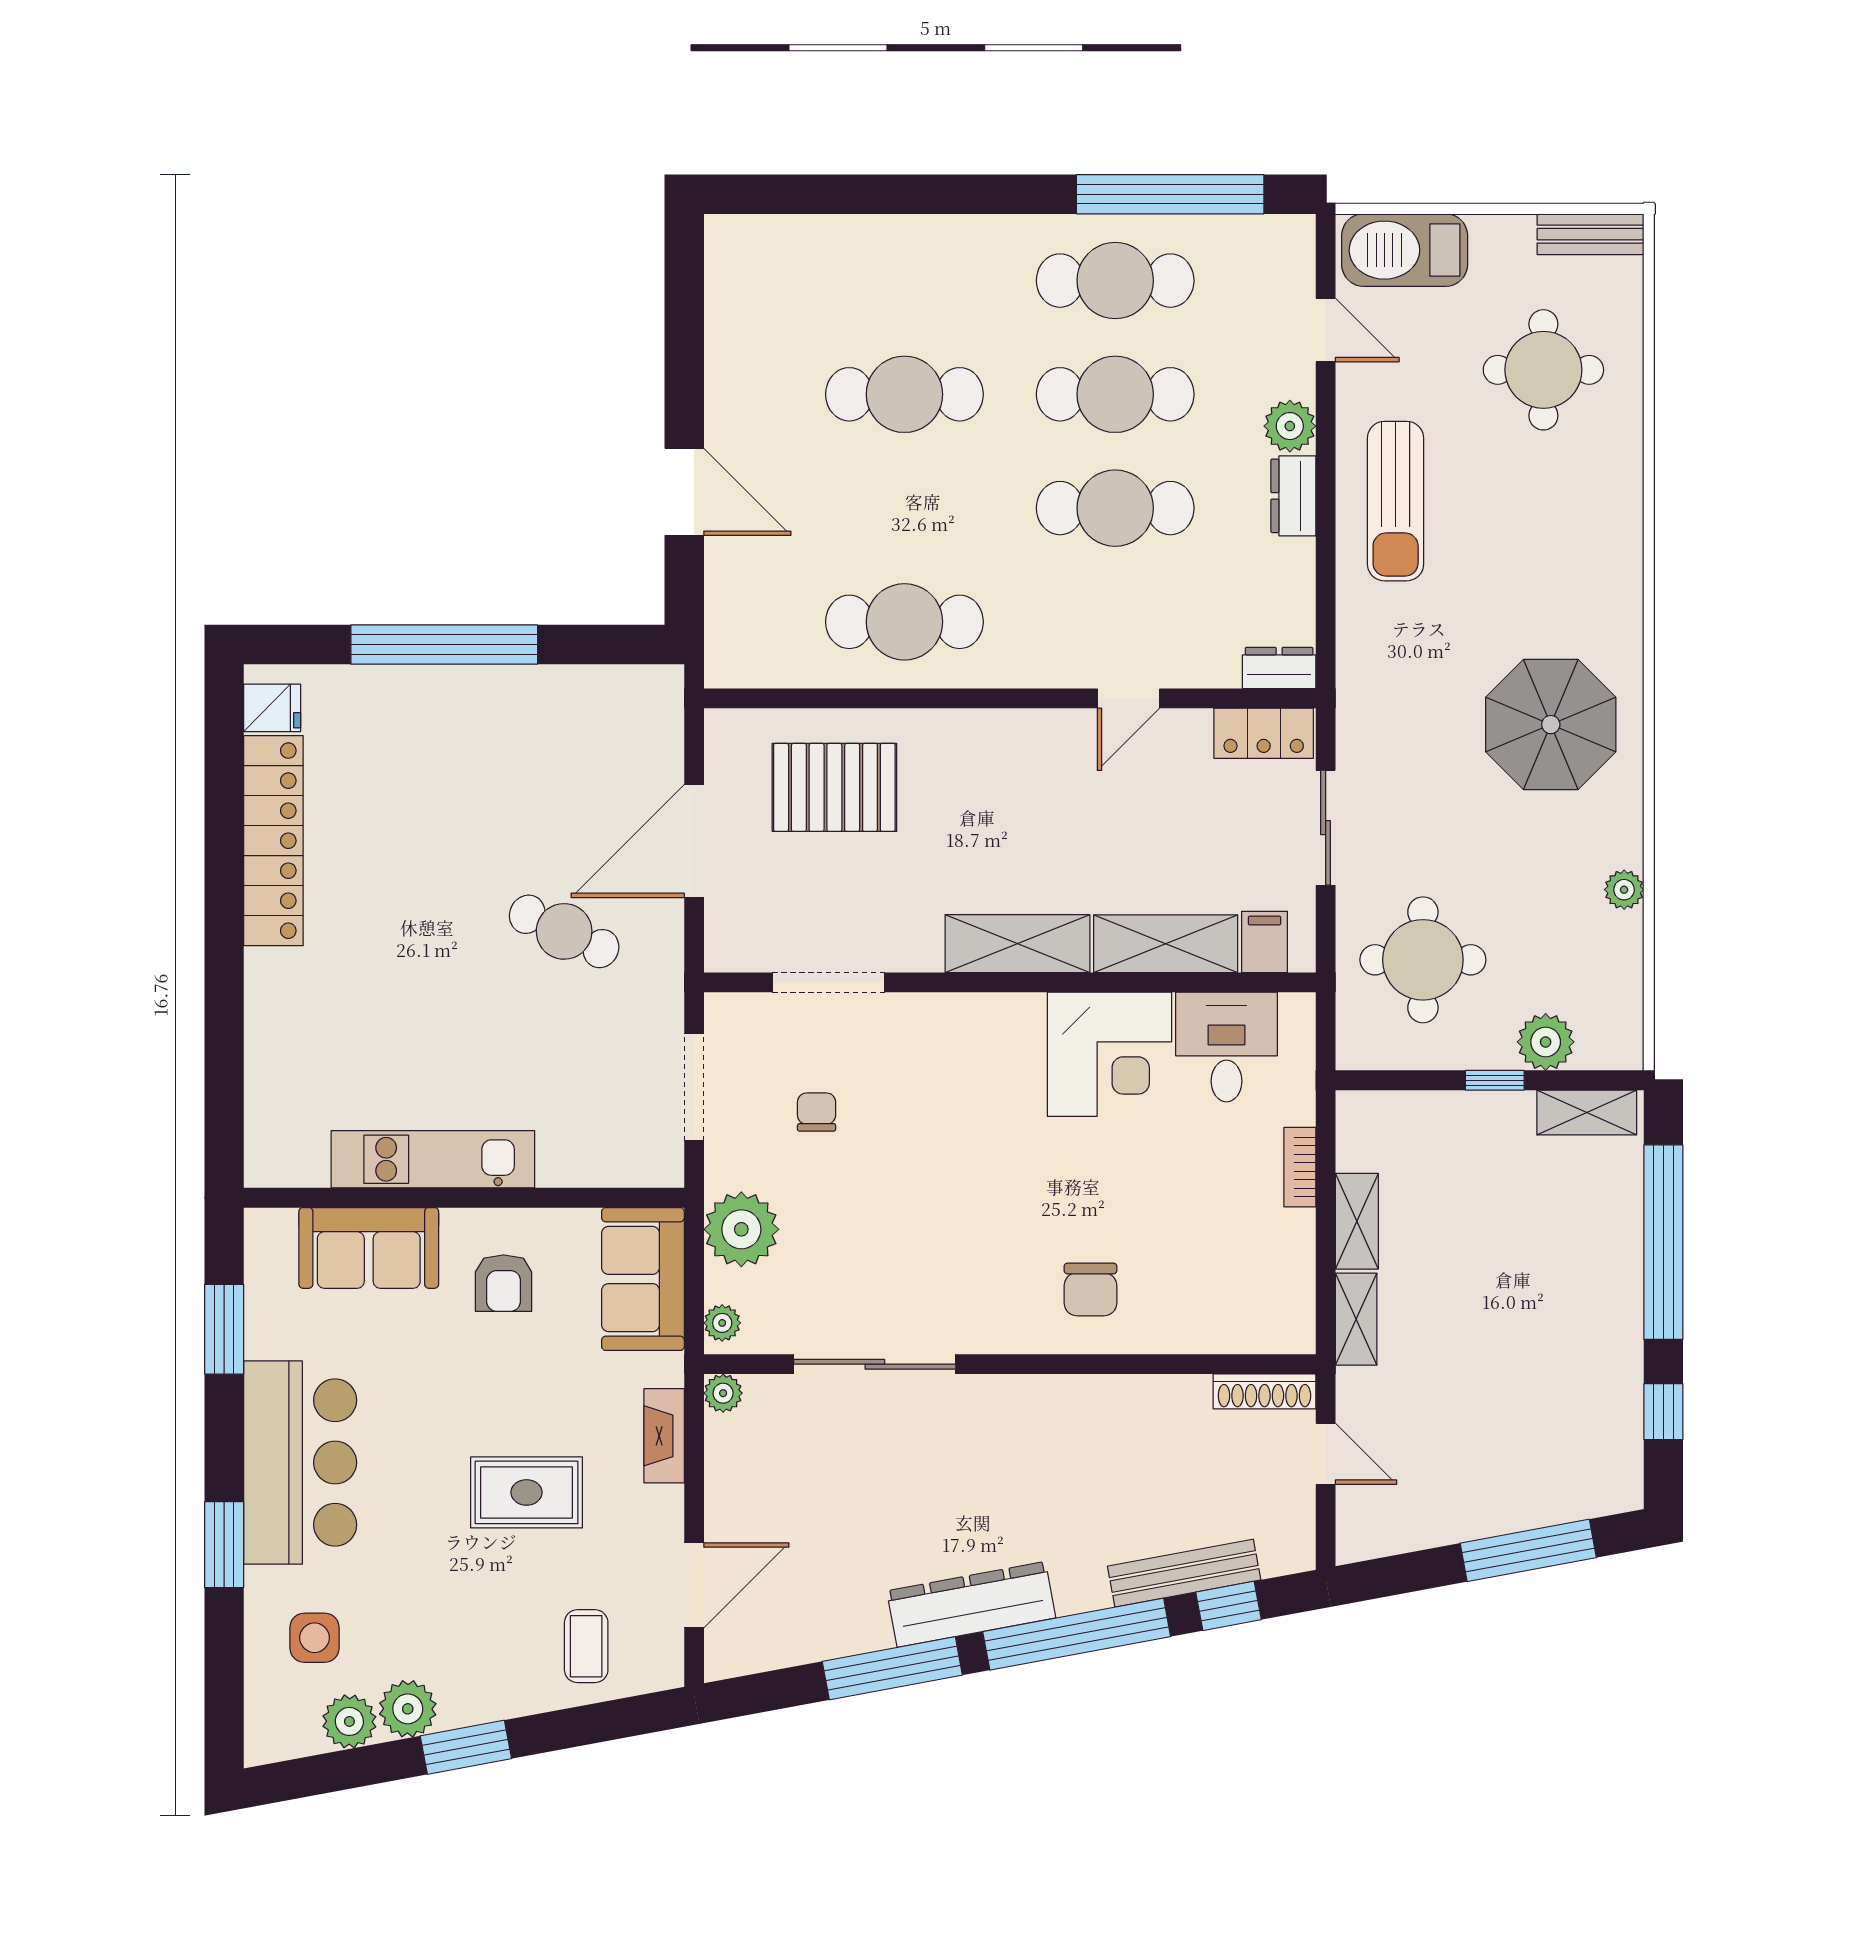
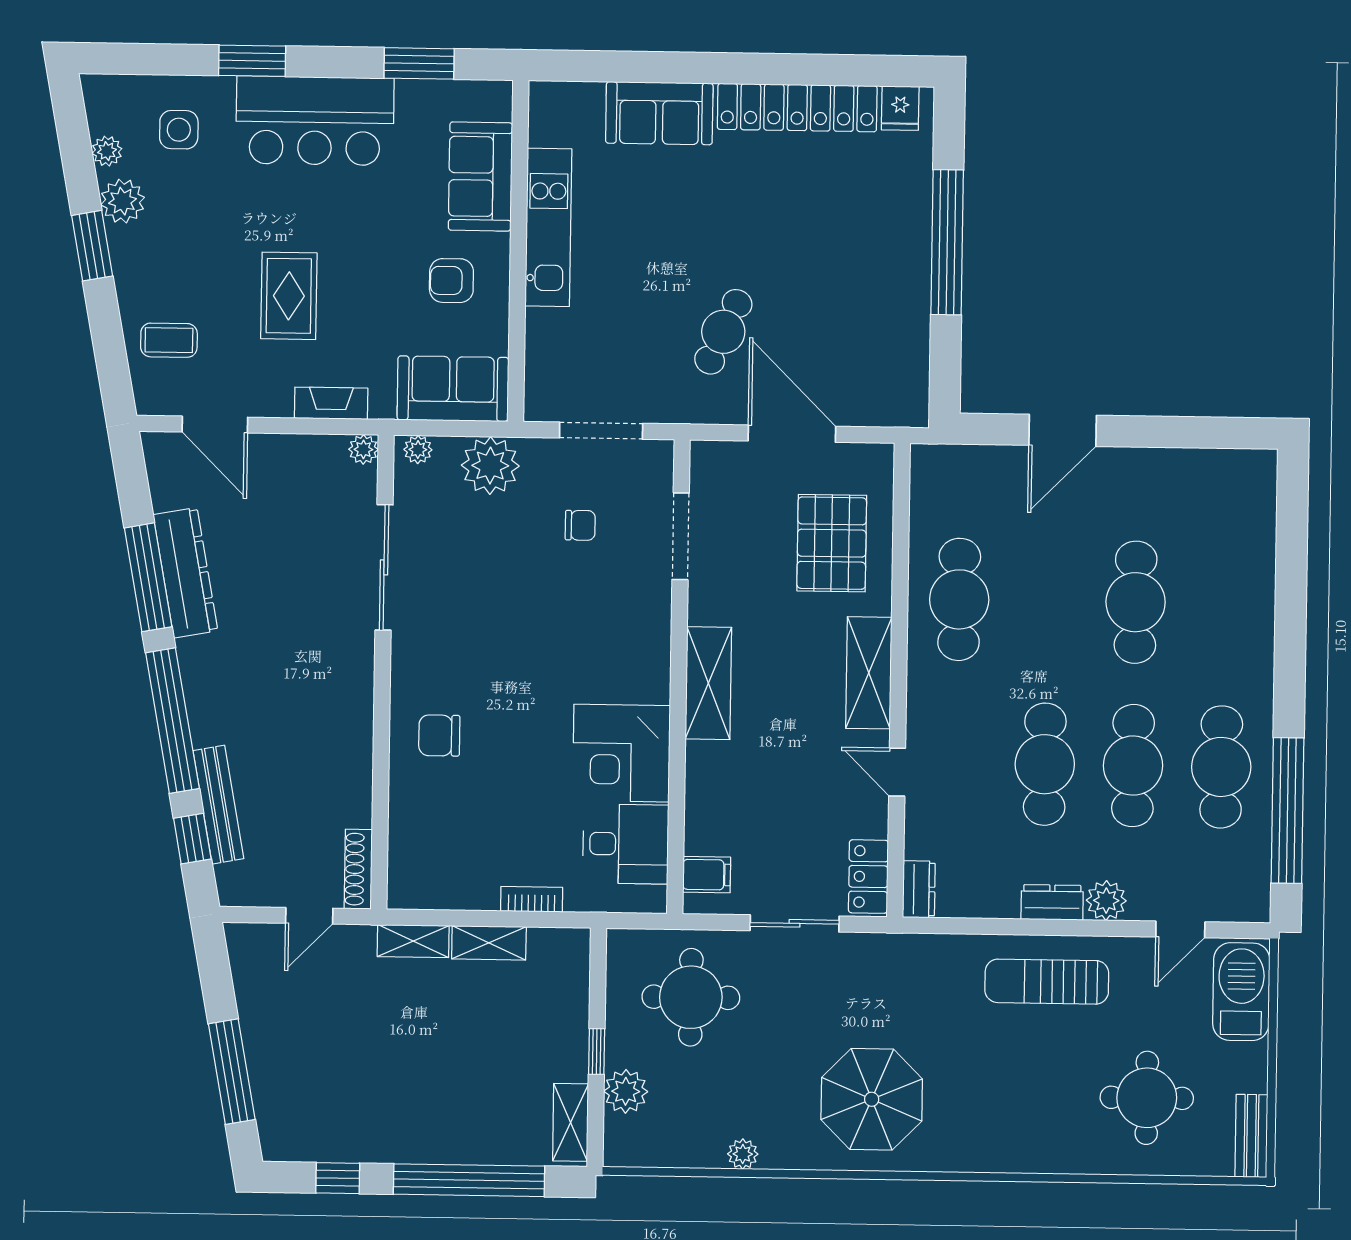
shelving: (1166, 944) -> (869, 673), moved
sofa: (283, 1018) -> (659, 113), added
dresser: (971, 1604) -> (185, 573), moved
plant: (349, 1721) -> (107, 151), width x0.73, depth x0.73

